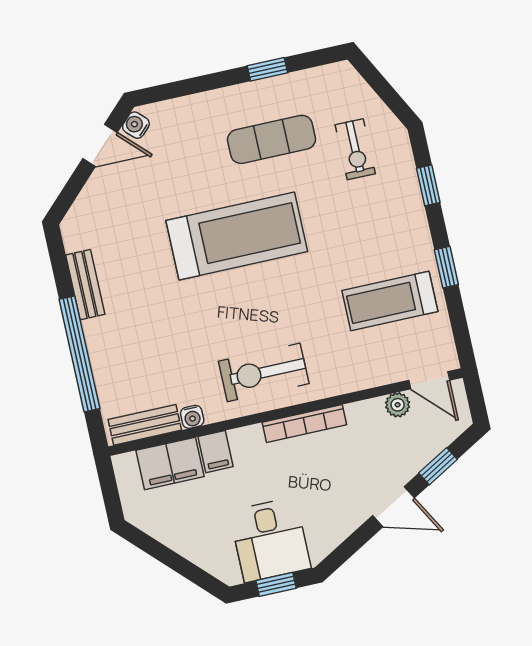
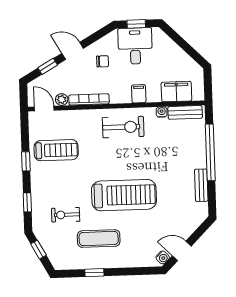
window: (388, 95) -> (38, 250), added
exercise bike: (355, 149) -> (66, 215), moved, turned -90
treadmill: (237, 236) -> (124, 195), turned 180
bookcase: (304, 424) -> (89, 99), moved
filing cabinet: (215, 452) -> (139, 94), moved
chair: (330, 497) -> (103, 61), added

